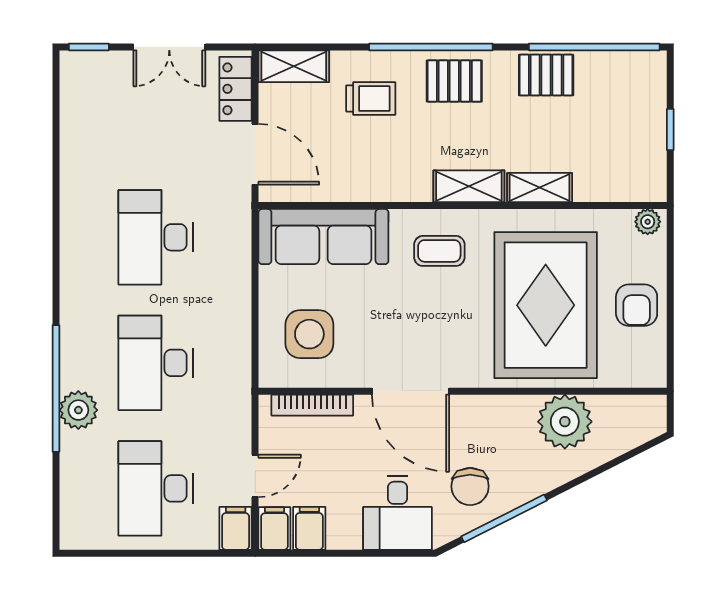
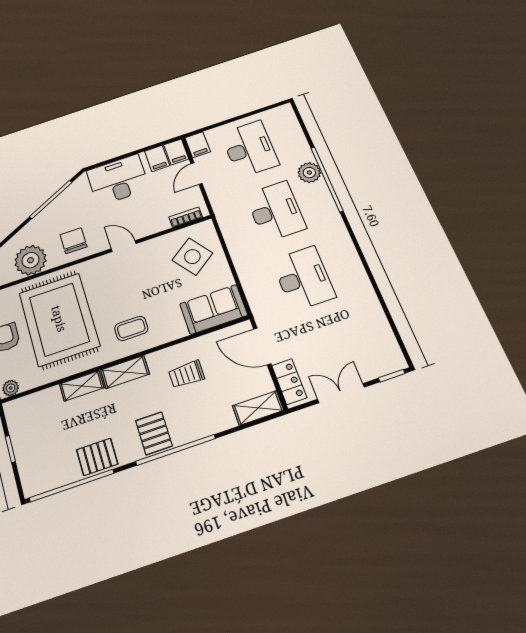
pallet: (454, 81) -> (154, 433), turned 90
trolley: (371, 99) -> (186, 374), moved
sofa: (323, 237) -> (214, 309), width x0.73
side table: (309, 334) -> (192, 257), turned -36
door: (411, 391) -> (124, 246), width x0.53
bookcase: (312, 405) -> (186, 217), width x0.64
chair: (470, 486) -> (74, 241), moved
desk: (398, 513) -> (118, 180), width x1.37

